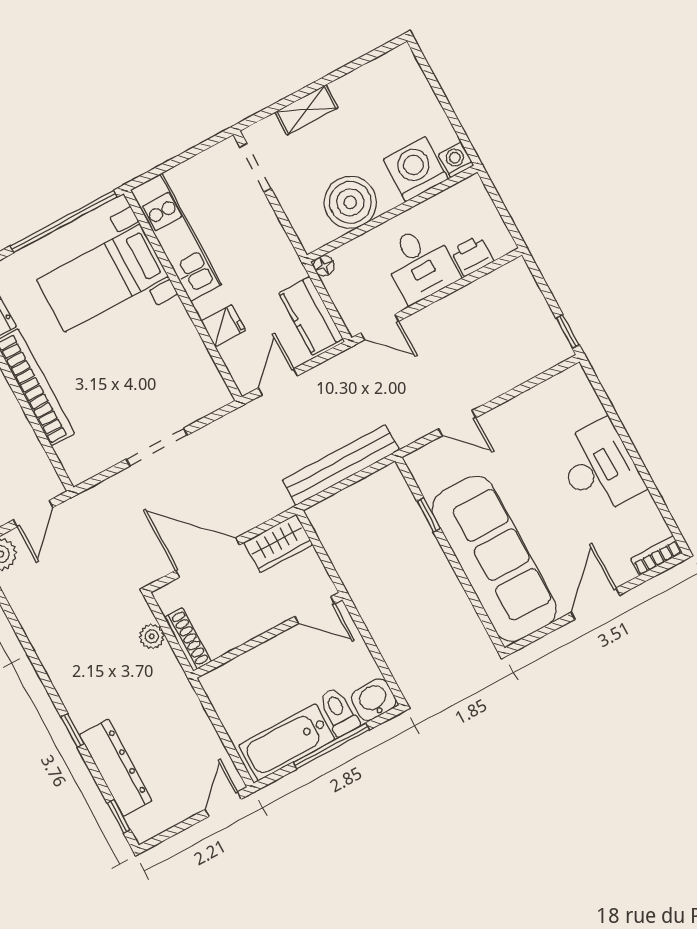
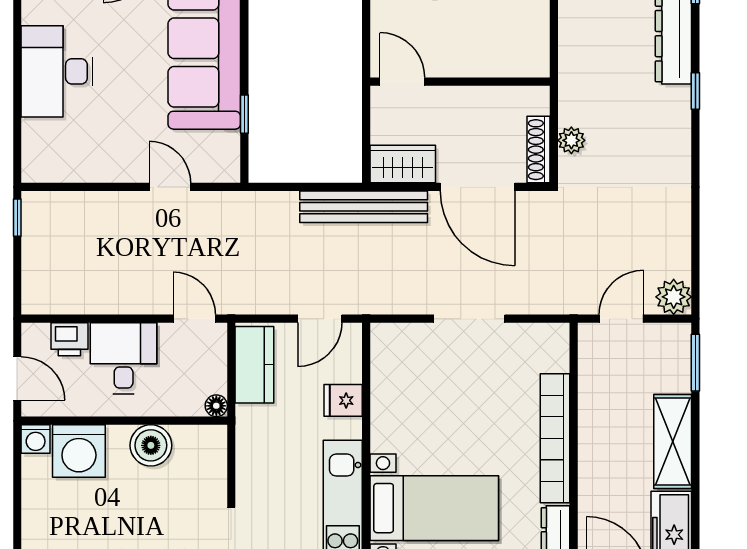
door: (497, 201) -> (17, 378), added
boiler: (350, 202) -> (151, 445), width x0.73, depth x0.73
bench: (341, 465) -> (364, 207), moved
shoe rack: (188, 639) -> (539, 150), moved

